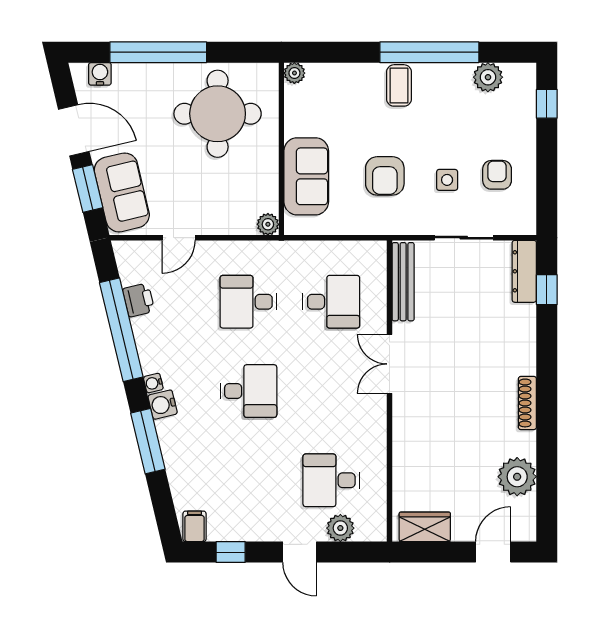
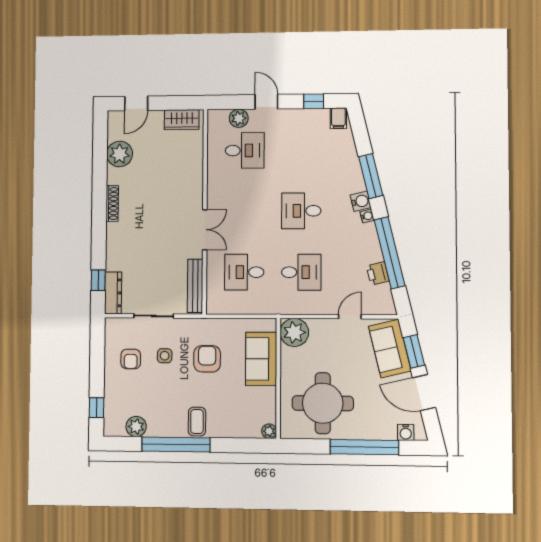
plant: (268, 224) -> (294, 332), width x1.88, depth x1.88

